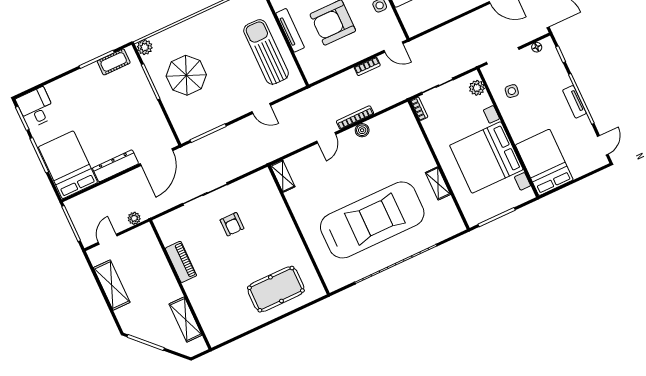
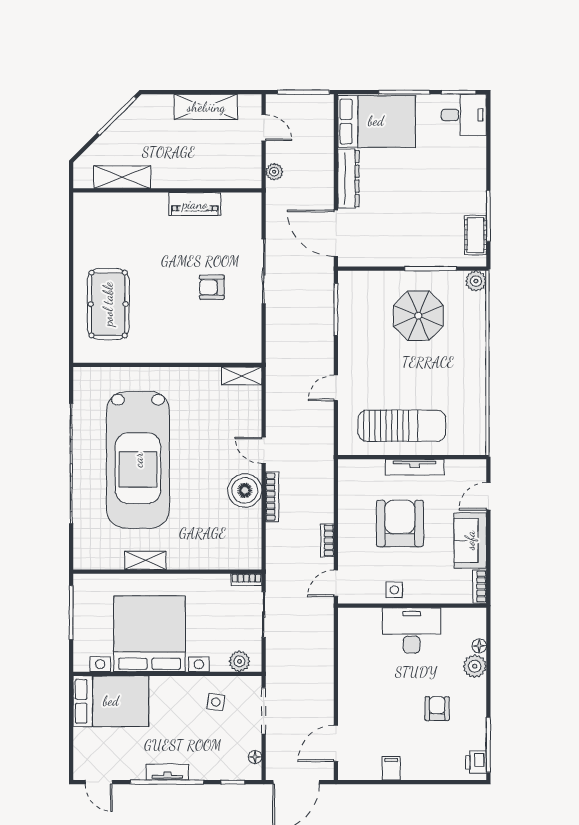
boiler: (362, 130) -> (245, 490), width x1.86, depth x1.86

